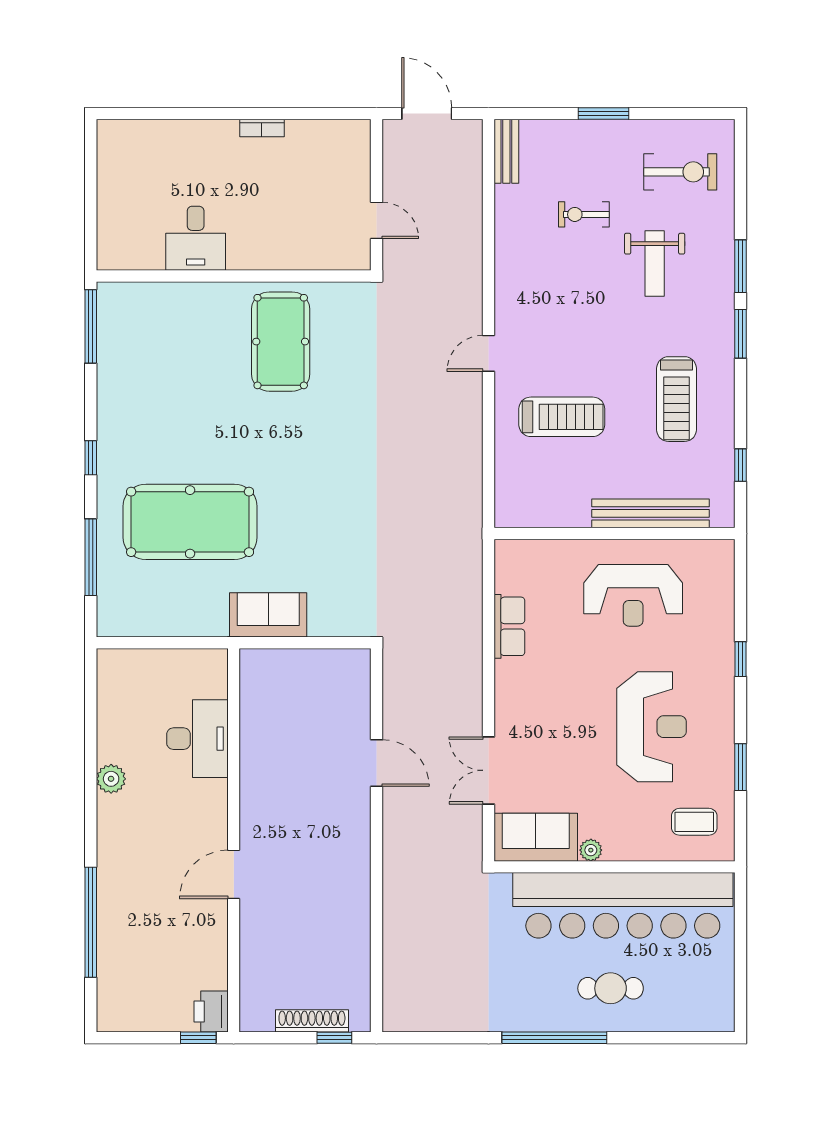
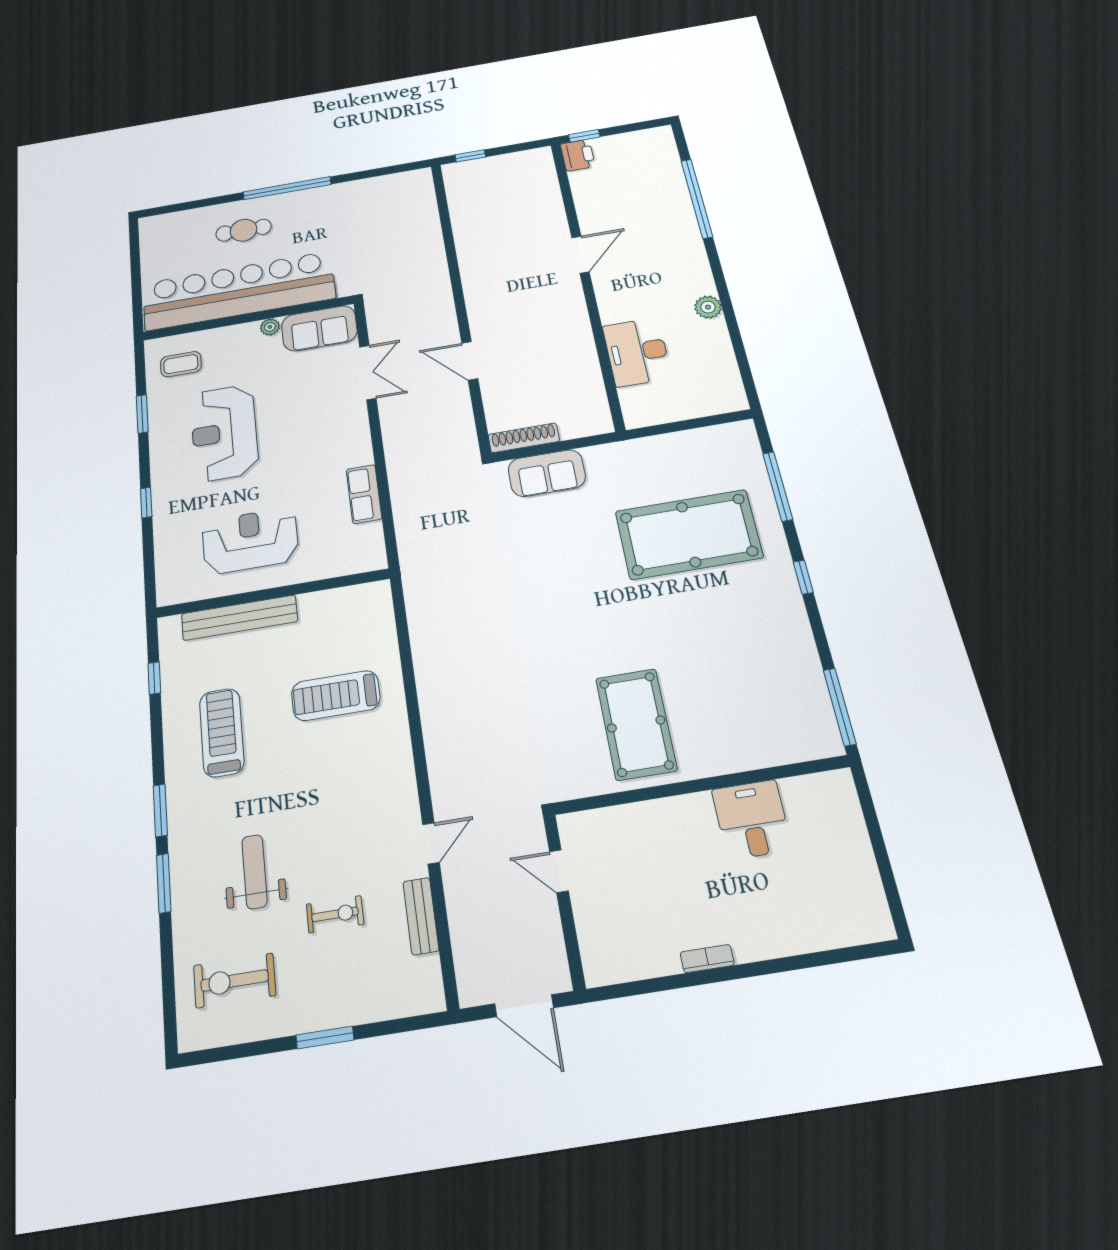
bench: (506, 151) -> (421, 916), moved
door: (488, 353) -> (431, 843), moved
sofa: (268, 615) -> (547, 473), moved
shoe rack: (312, 1021) -> (524, 438), moved, turned 180

